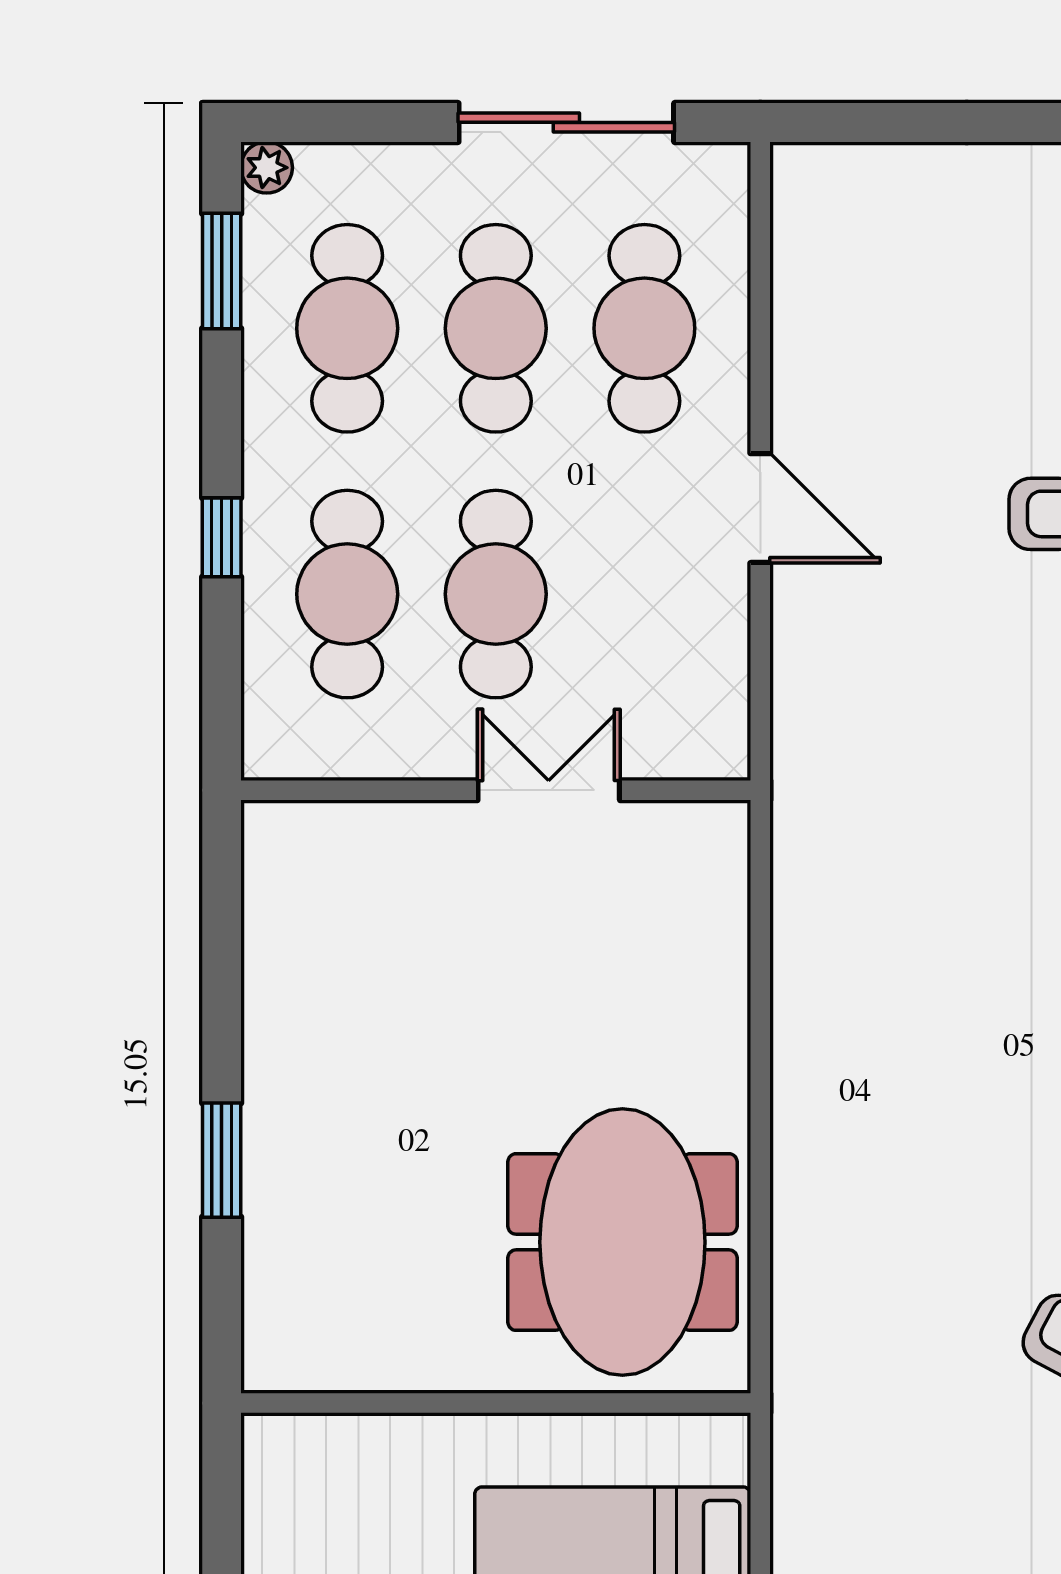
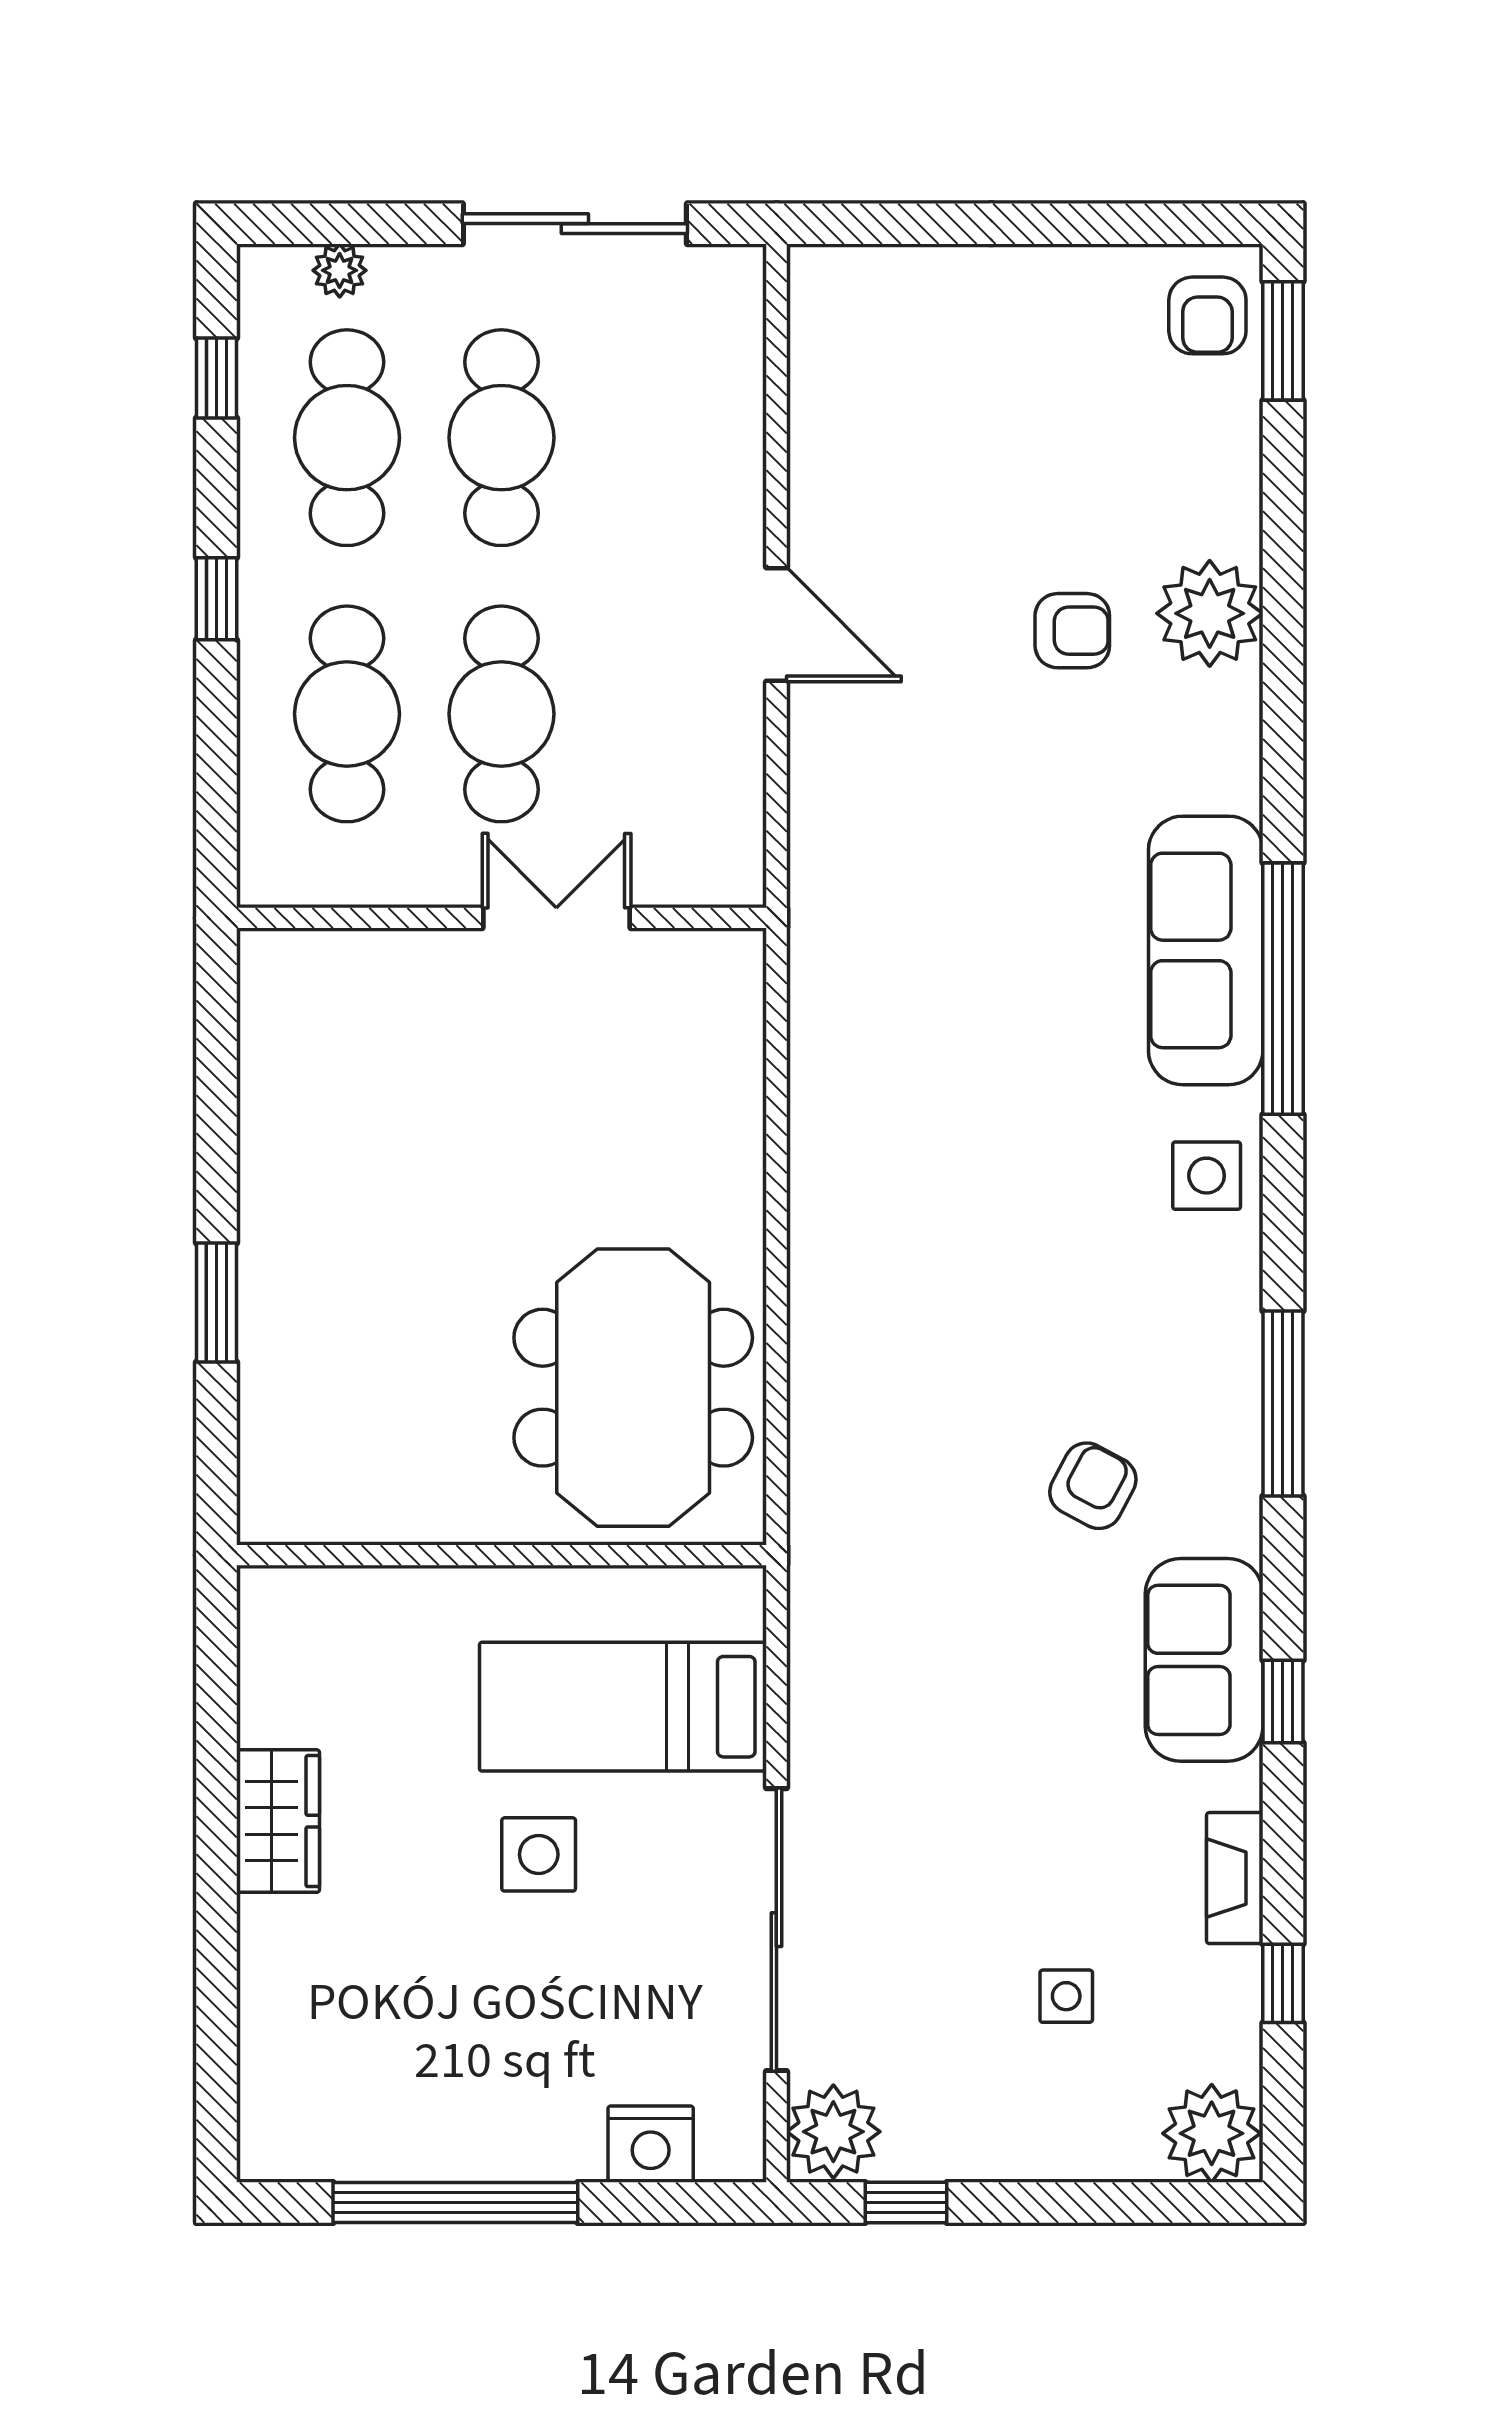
plant: (267, 168) -> (340, 270), moved
window: (222, 271) -> (216, 378), width x0.67
cafe table: (644, 328) -> (656, 438), removed
window: (222, 537) -> (216, 599), moved

